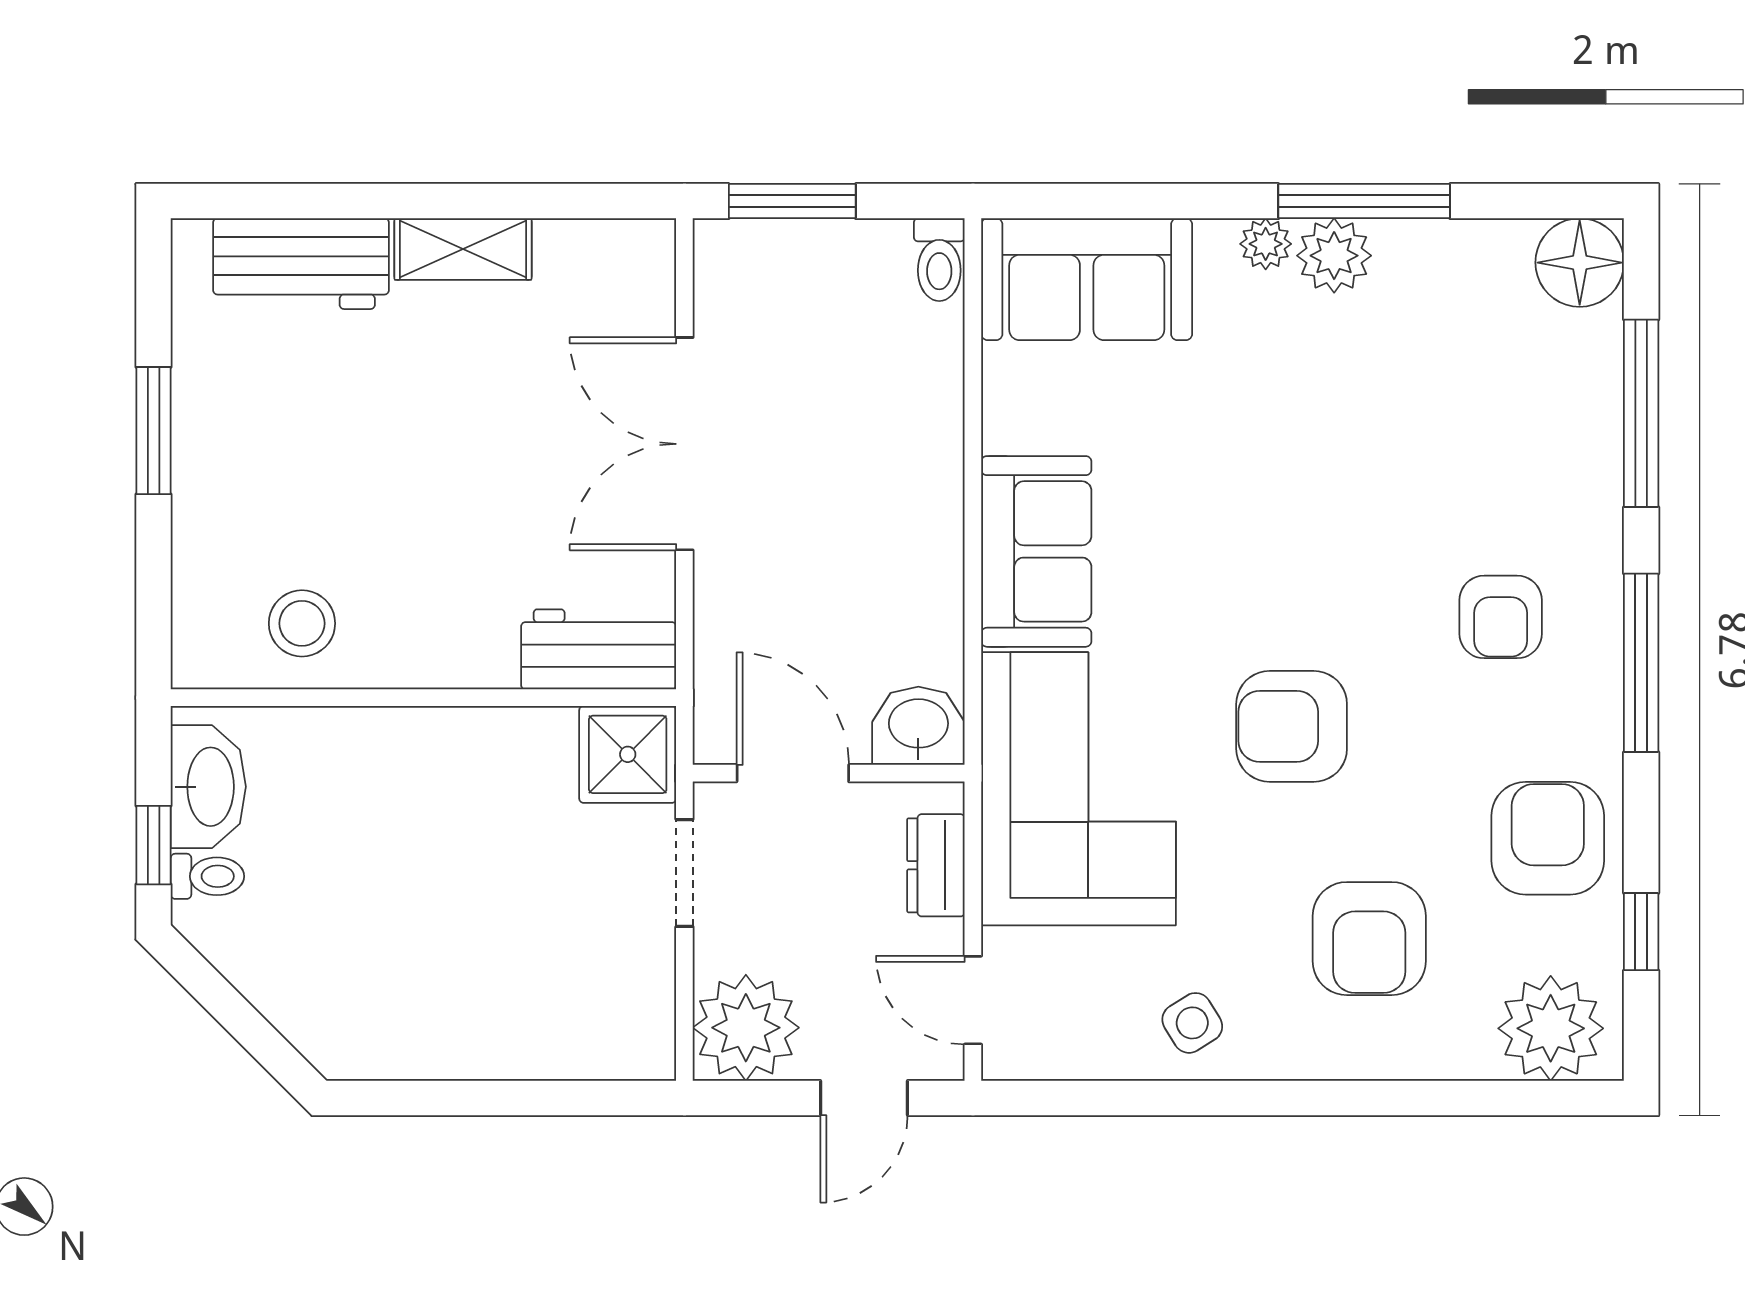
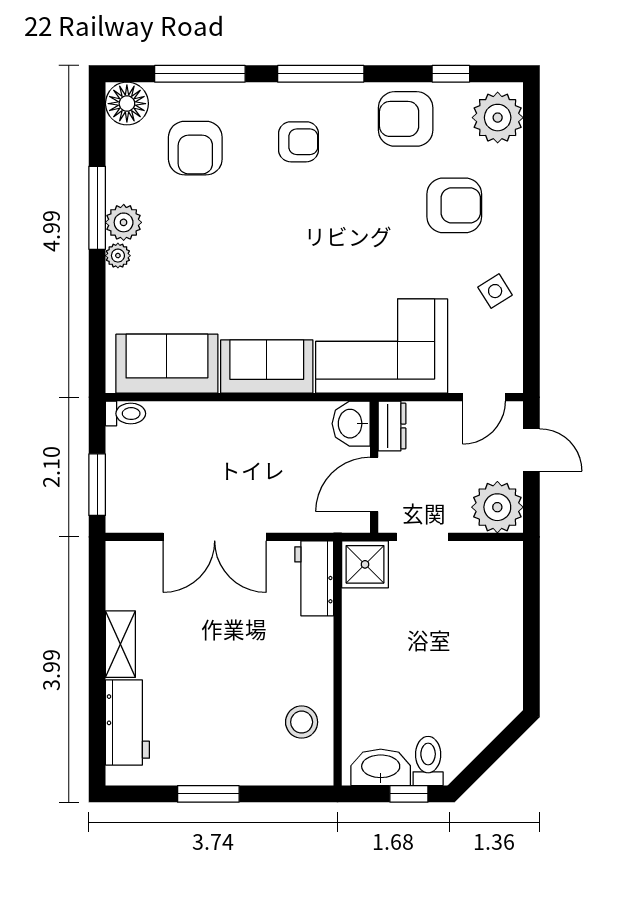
sofa: (1087, 279) -> (167, 364), moved, turned -90
armchair: (1292, 726) -> (195, 148), moved
dresser: (936, 865) -> (392, 426), moved, turned -90
toilet: (207, 876) -> (428, 761), width x1.37, depth x1.39

